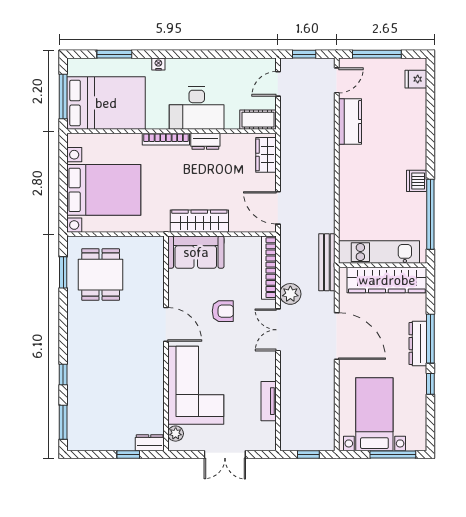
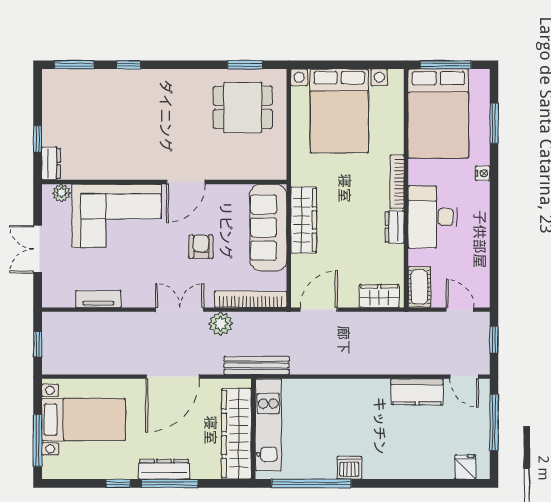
sofa: (196, 252) -> (268, 227), width x1.36
armchair: (223, 311) -> (201, 247), turned 180

